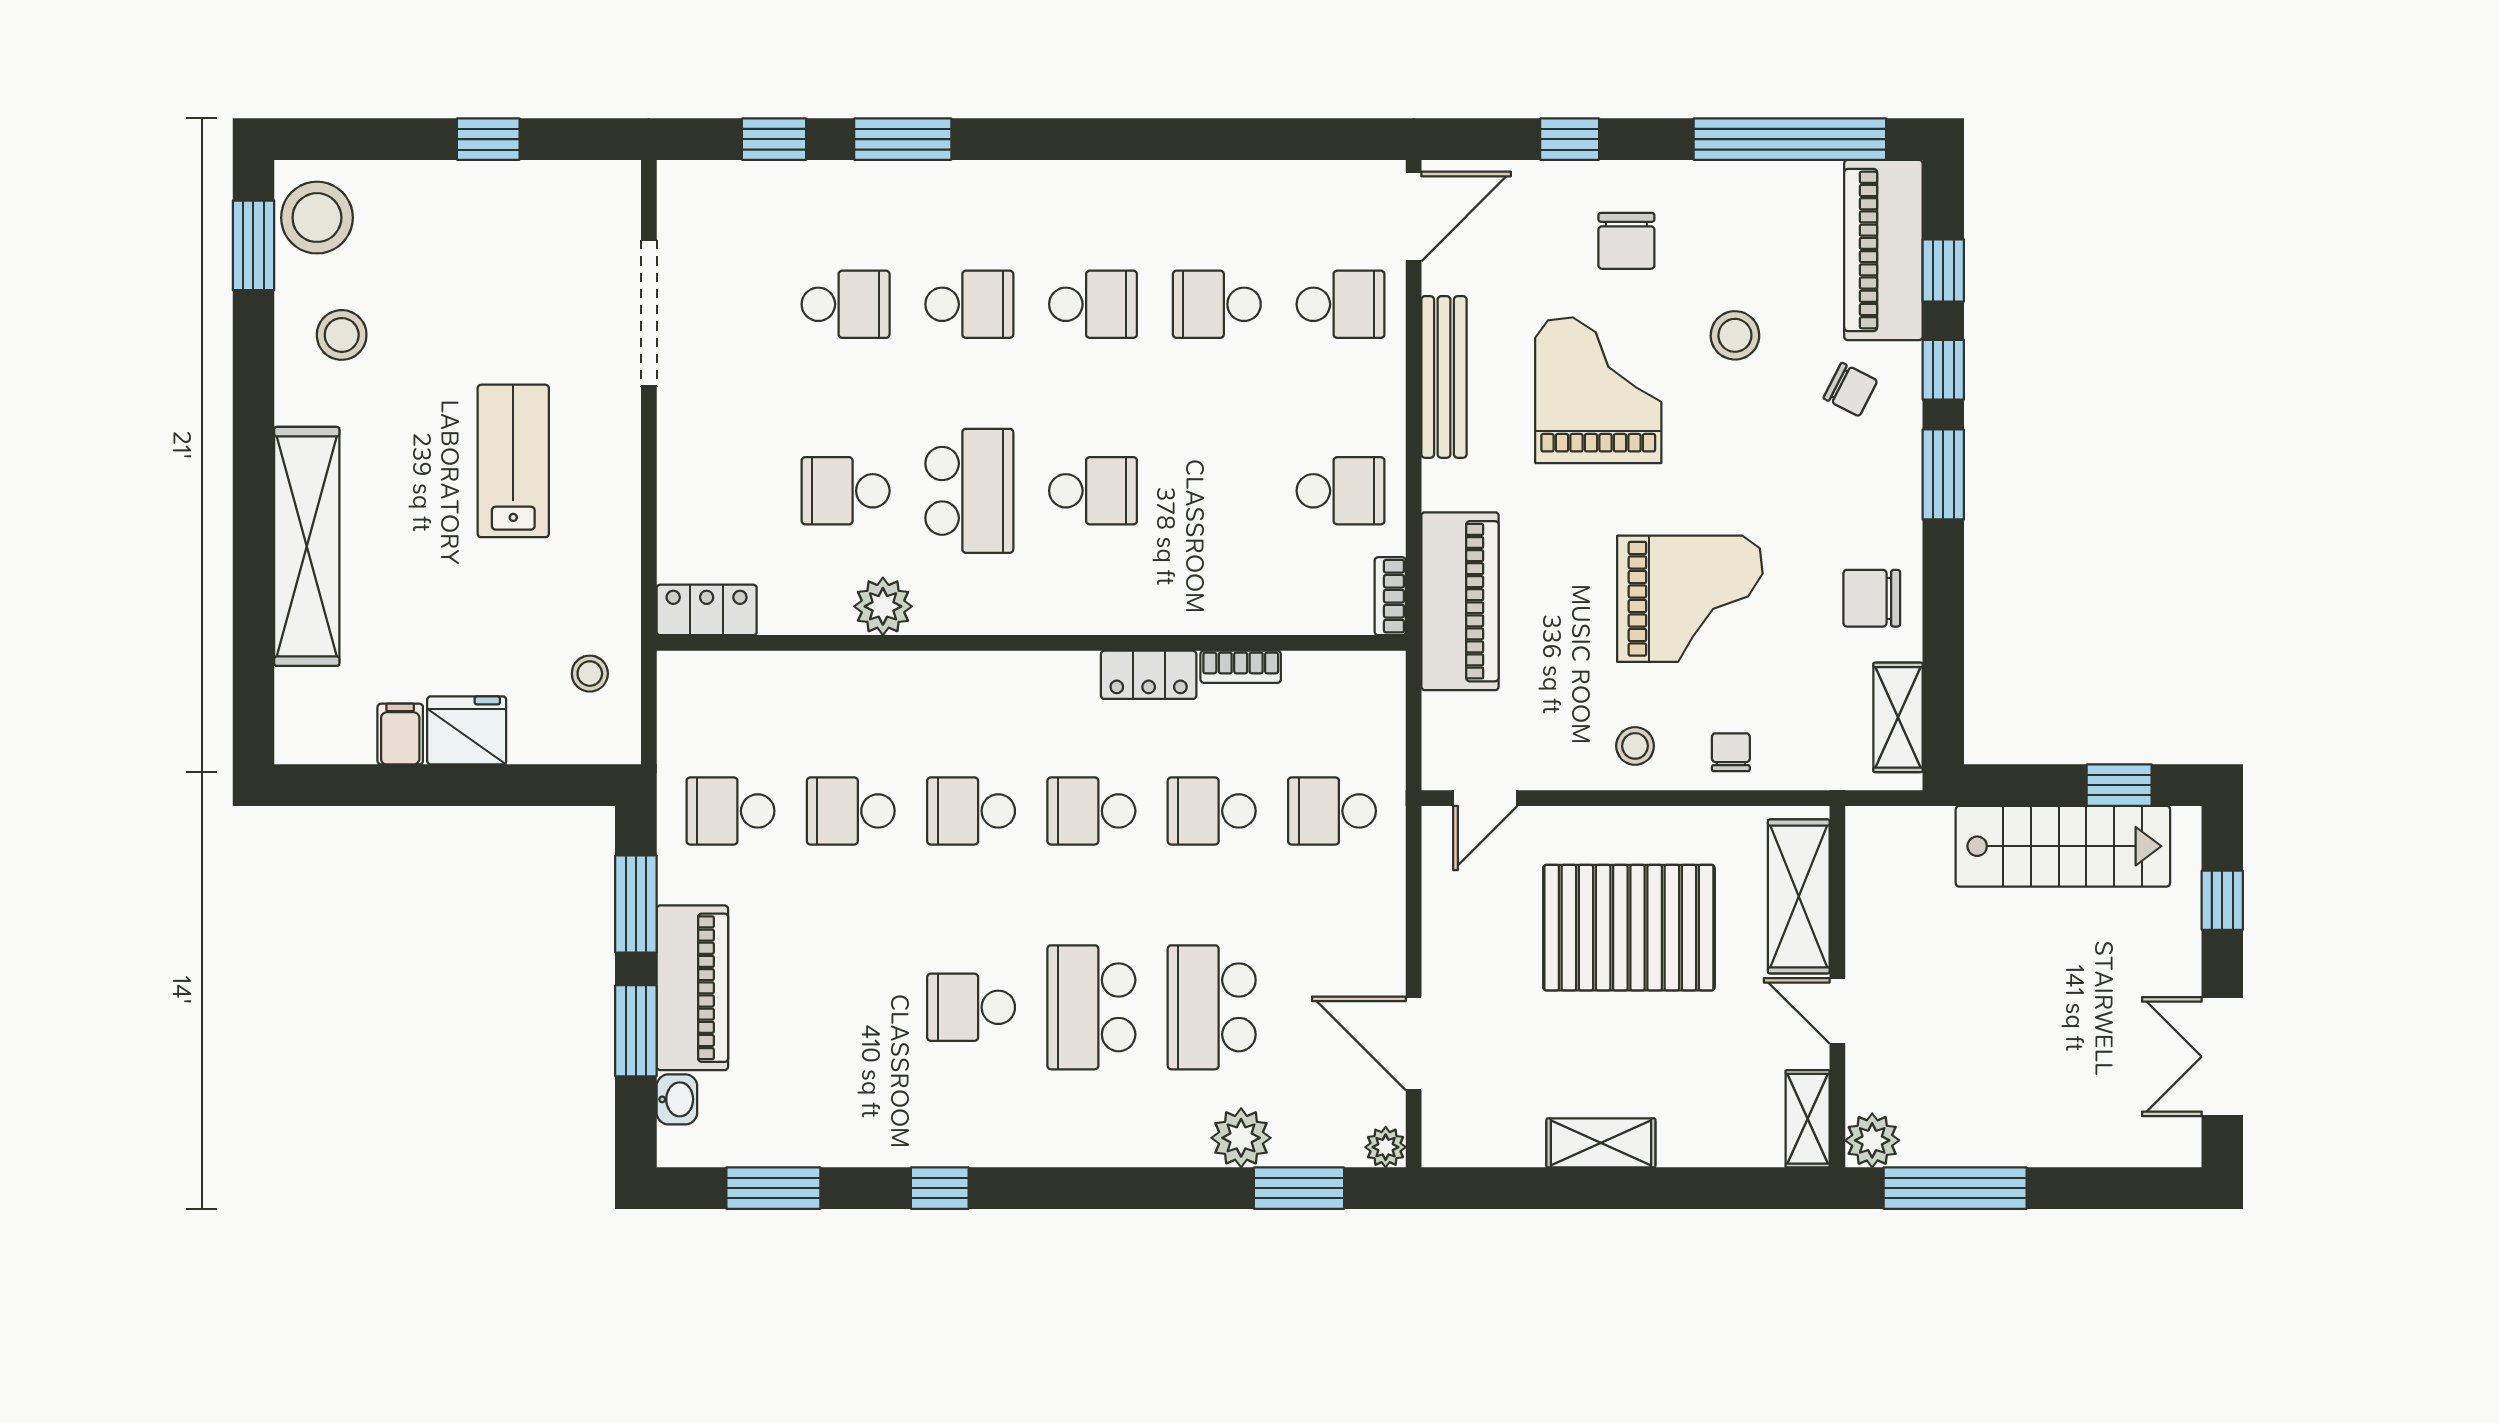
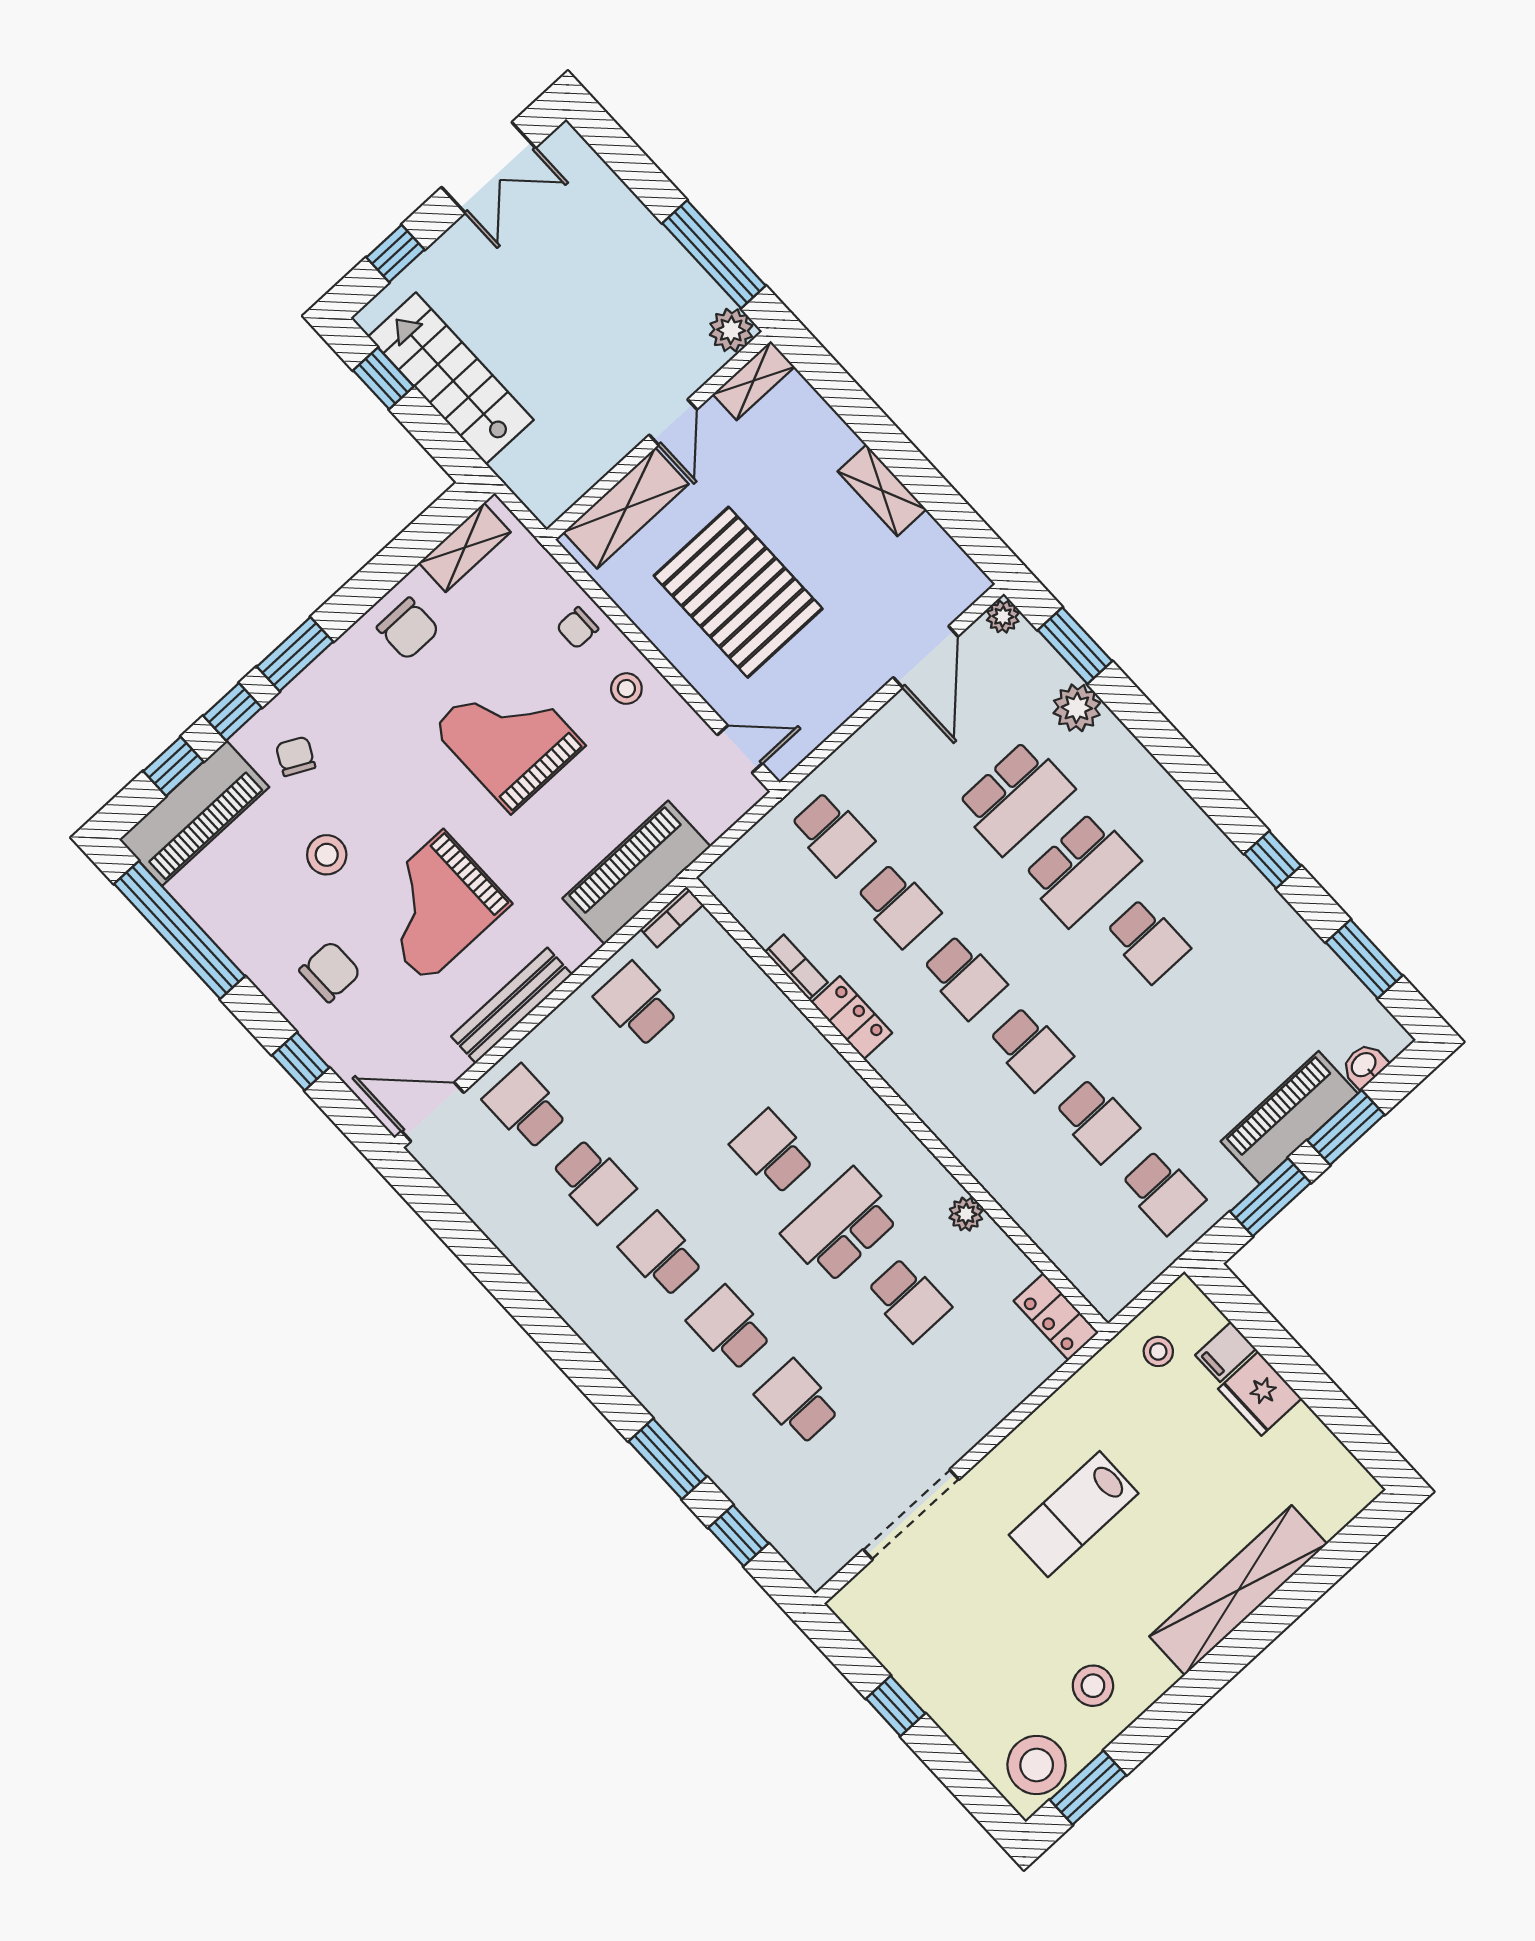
plant: (883, 606) -> (966, 1214), width x0.73, depth x0.73
filing cabinet: (400, 734) -> (1226, 1352), moved

